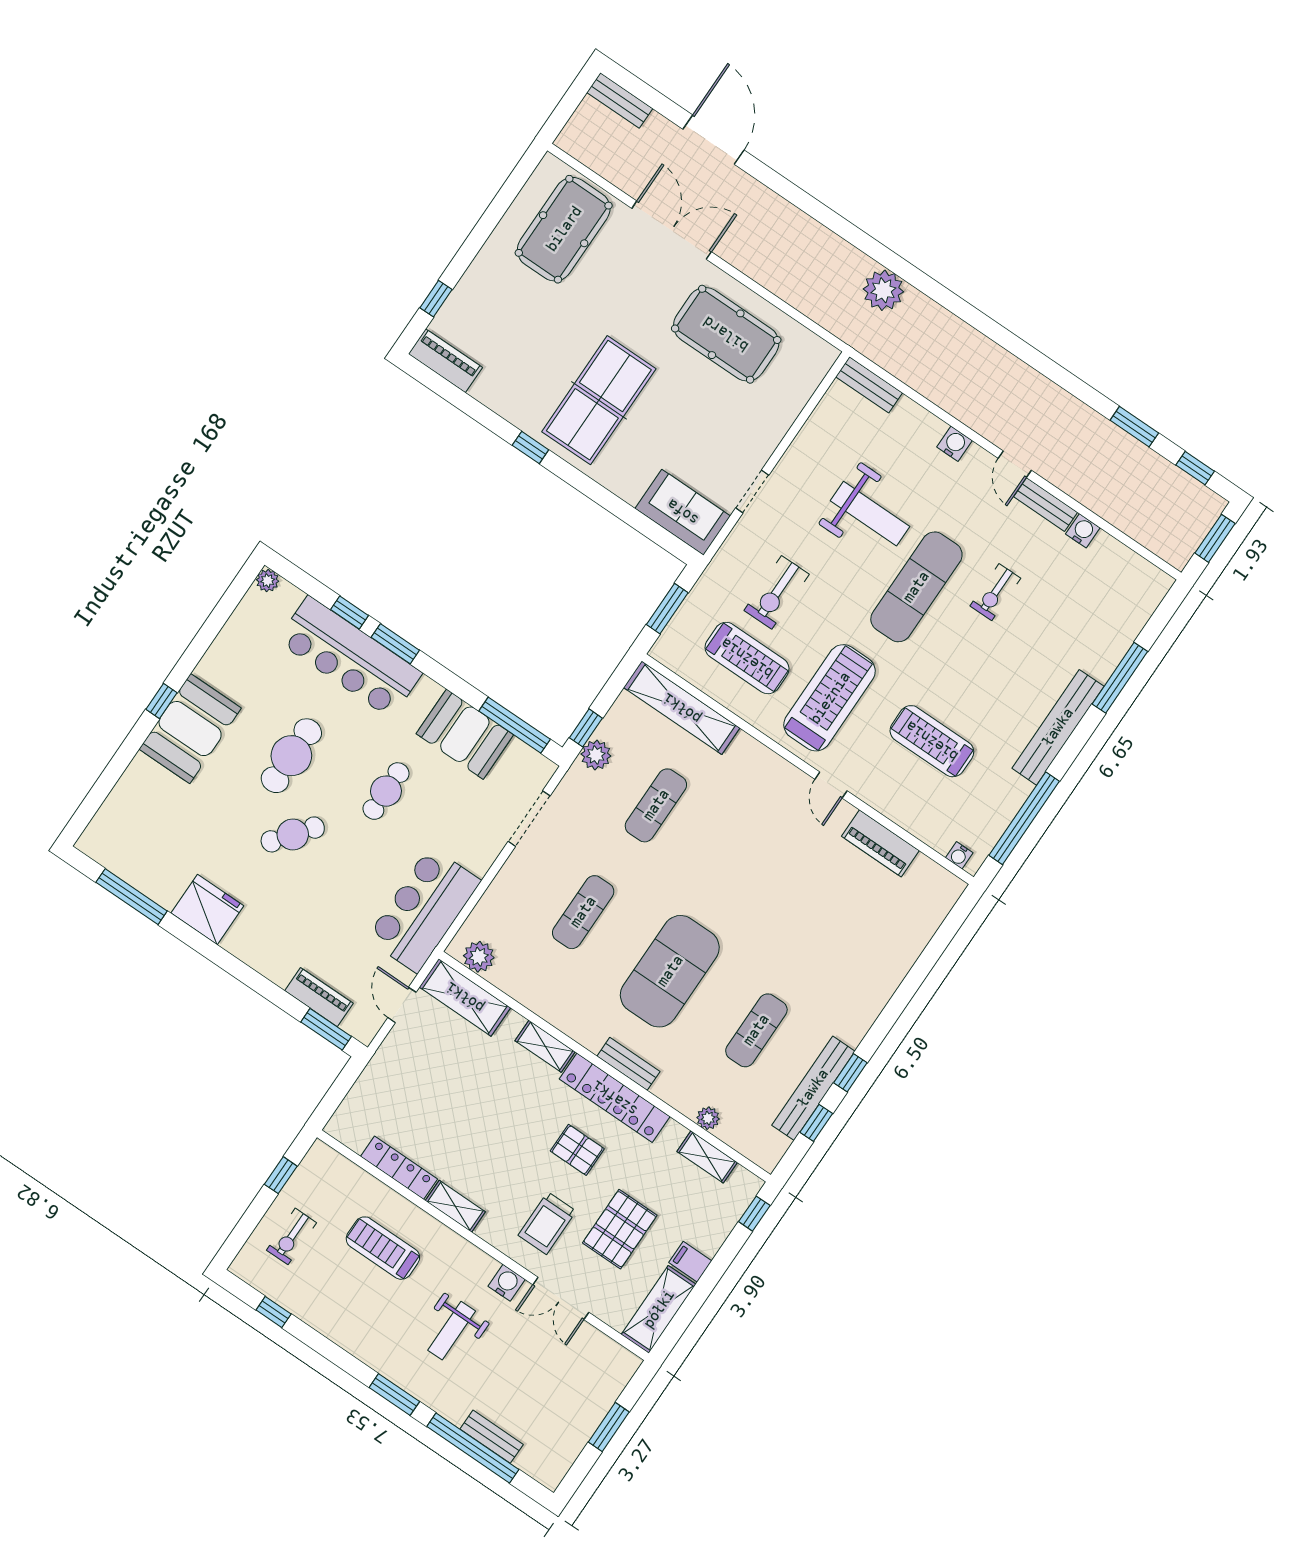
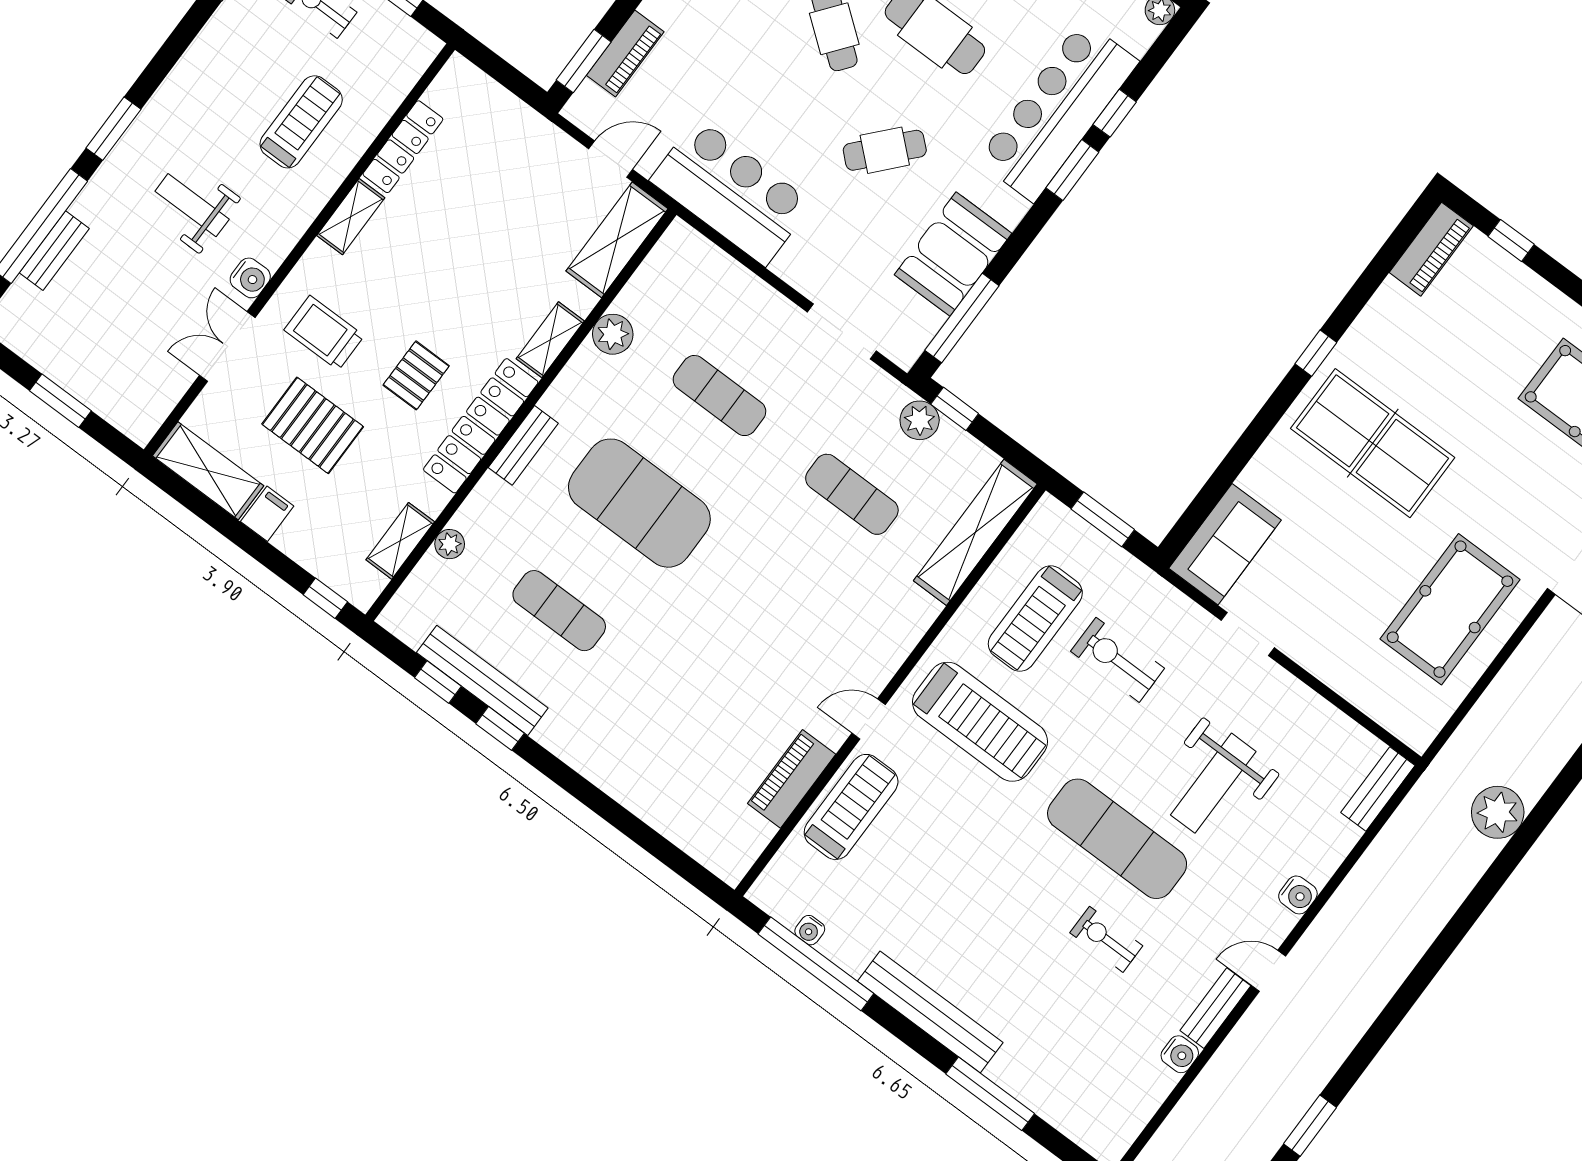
treadmill: (932, 741) -> (851, 807), moved
cafe table: (386, 791) -> (885, 150), turned -48
water cooler: (959, 855) -> (810, 930), moved, turned -90
plant: (479, 957) -> (613, 334), moved

